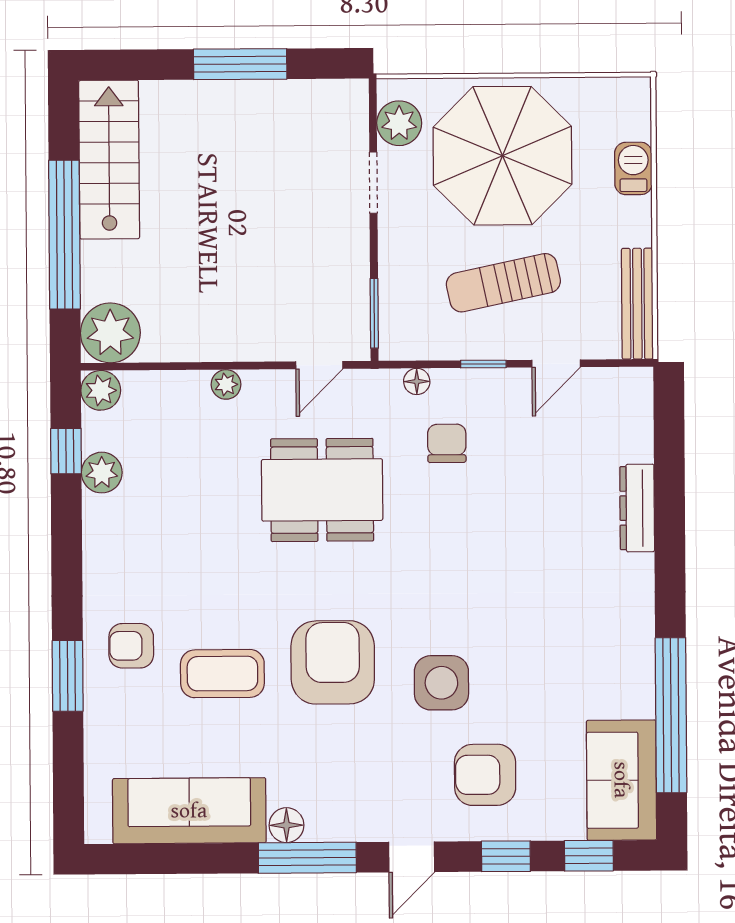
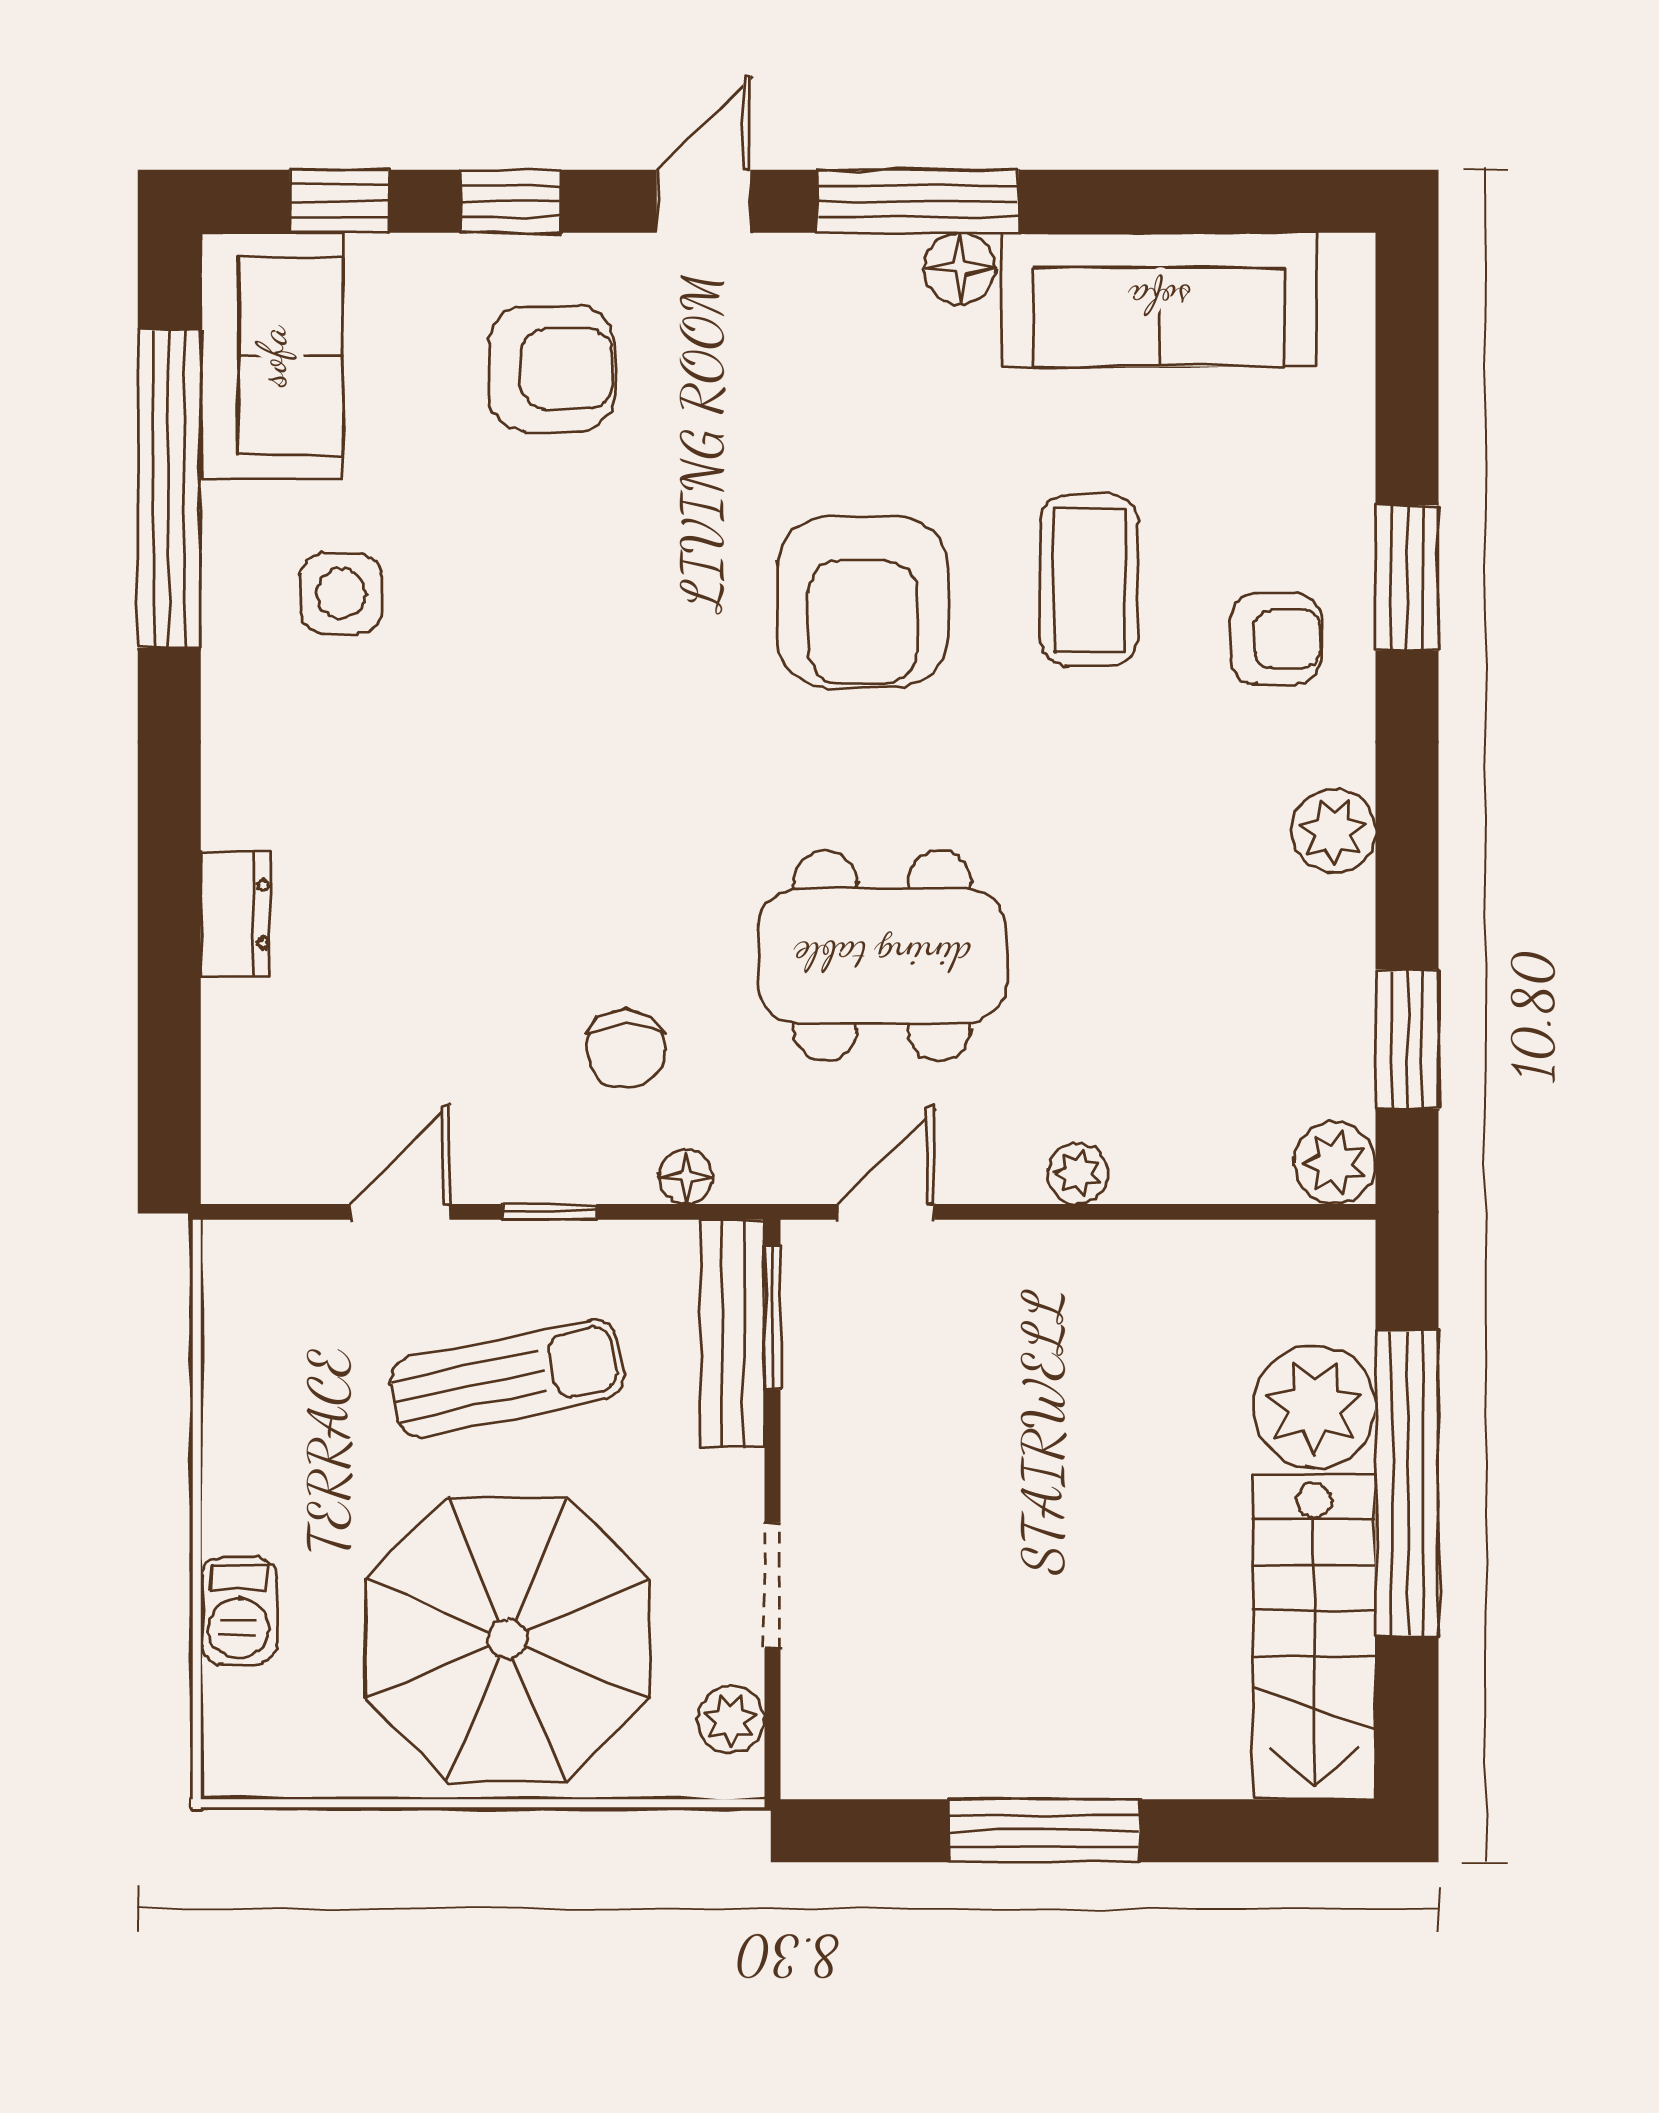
plant: (399, 123) -> (731, 1720), width x0.73, depth x0.73
bench: (637, 304) -> (733, 1333), moved
plant: (110, 333) -> (1314, 1406), moved
window: (66, 451) -> (1407, 1039), width x1.50
plant: (102, 473) -> (1334, 831), moved
dresser: (637, 508) -> (236, 914), width x0.70
coffee table: (222, 674) -> (1089, 580), turned 90
side table: (441, 683) -> (341, 594), moved, width x0.73, depth x0.73

